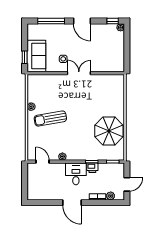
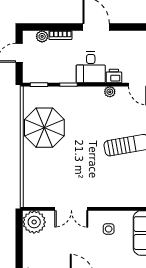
plant: (116, 64) -> (34, 222), added
double door: (79, 73) -> (71, 209), moved
printer: (92, 168) -> (114, 76), moved

